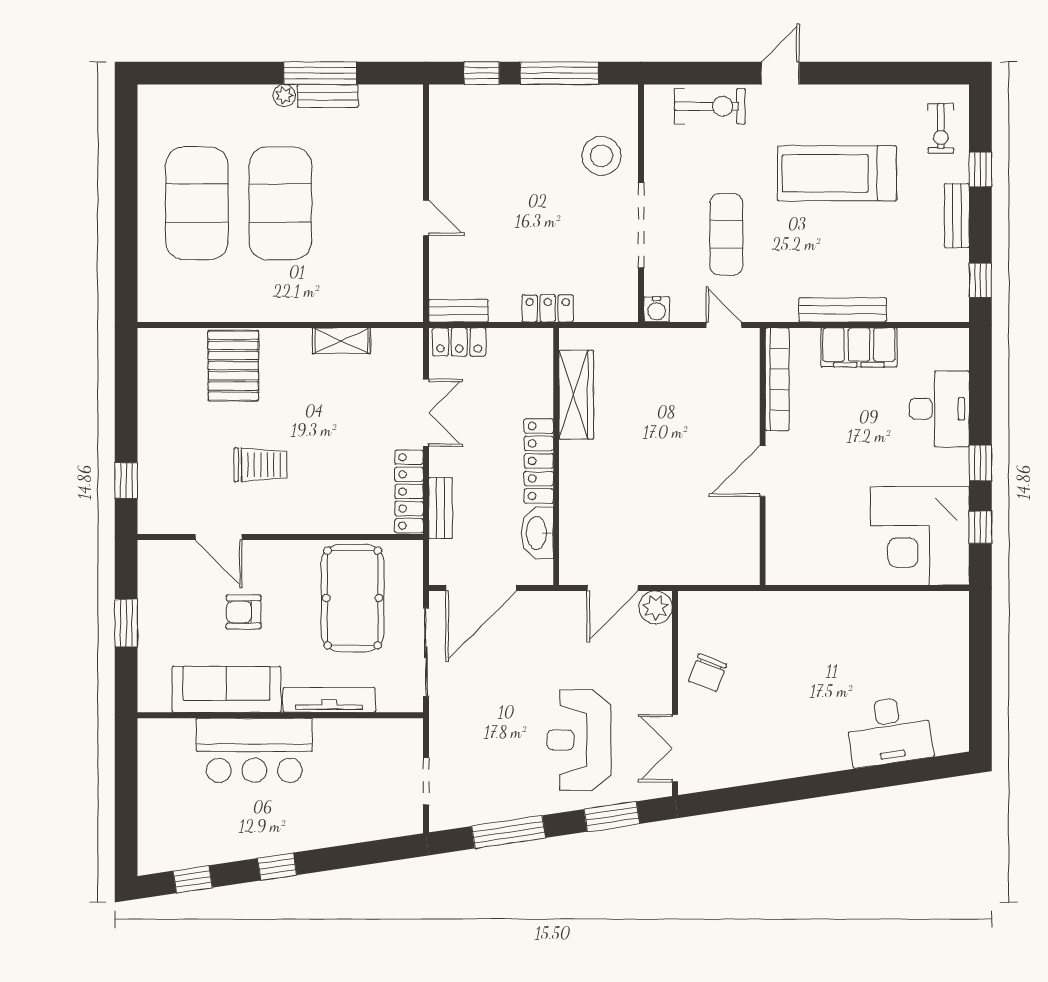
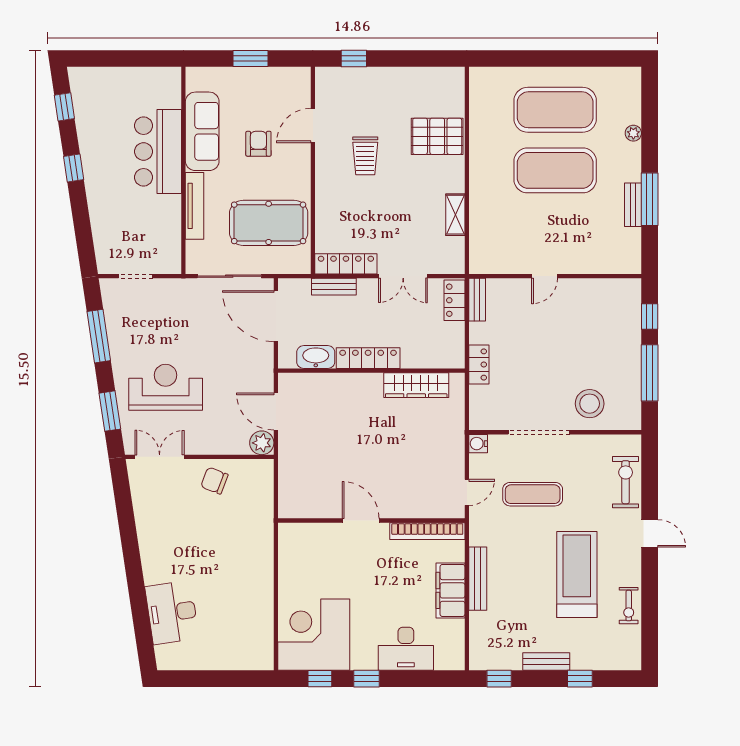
plant: (284, 96) -> (633, 133), moved
exercise bike: (710, 106) -> (626, 482), turned 180
exercise bike: (941, 128) -> (629, 606), moved, turned -90

